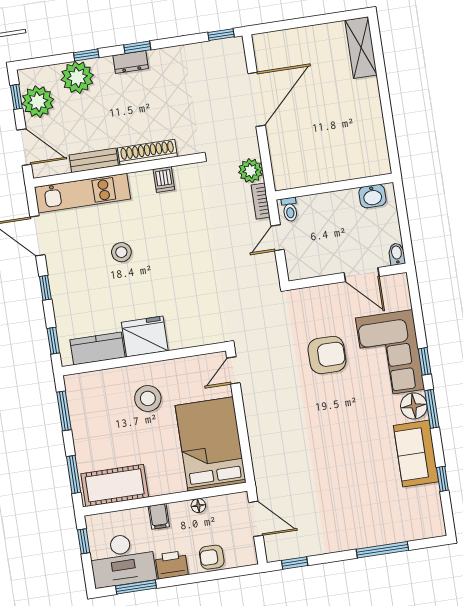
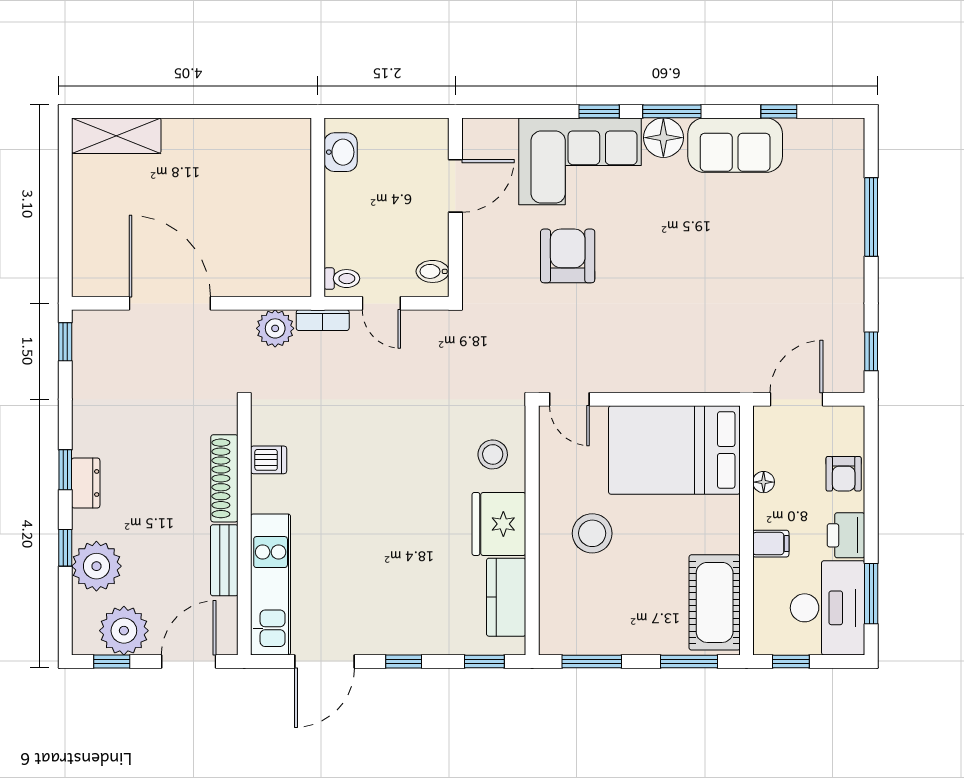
stool: (121, 252) -> (493, 454), moved
bidet: (397, 254) -> (433, 271), moved

